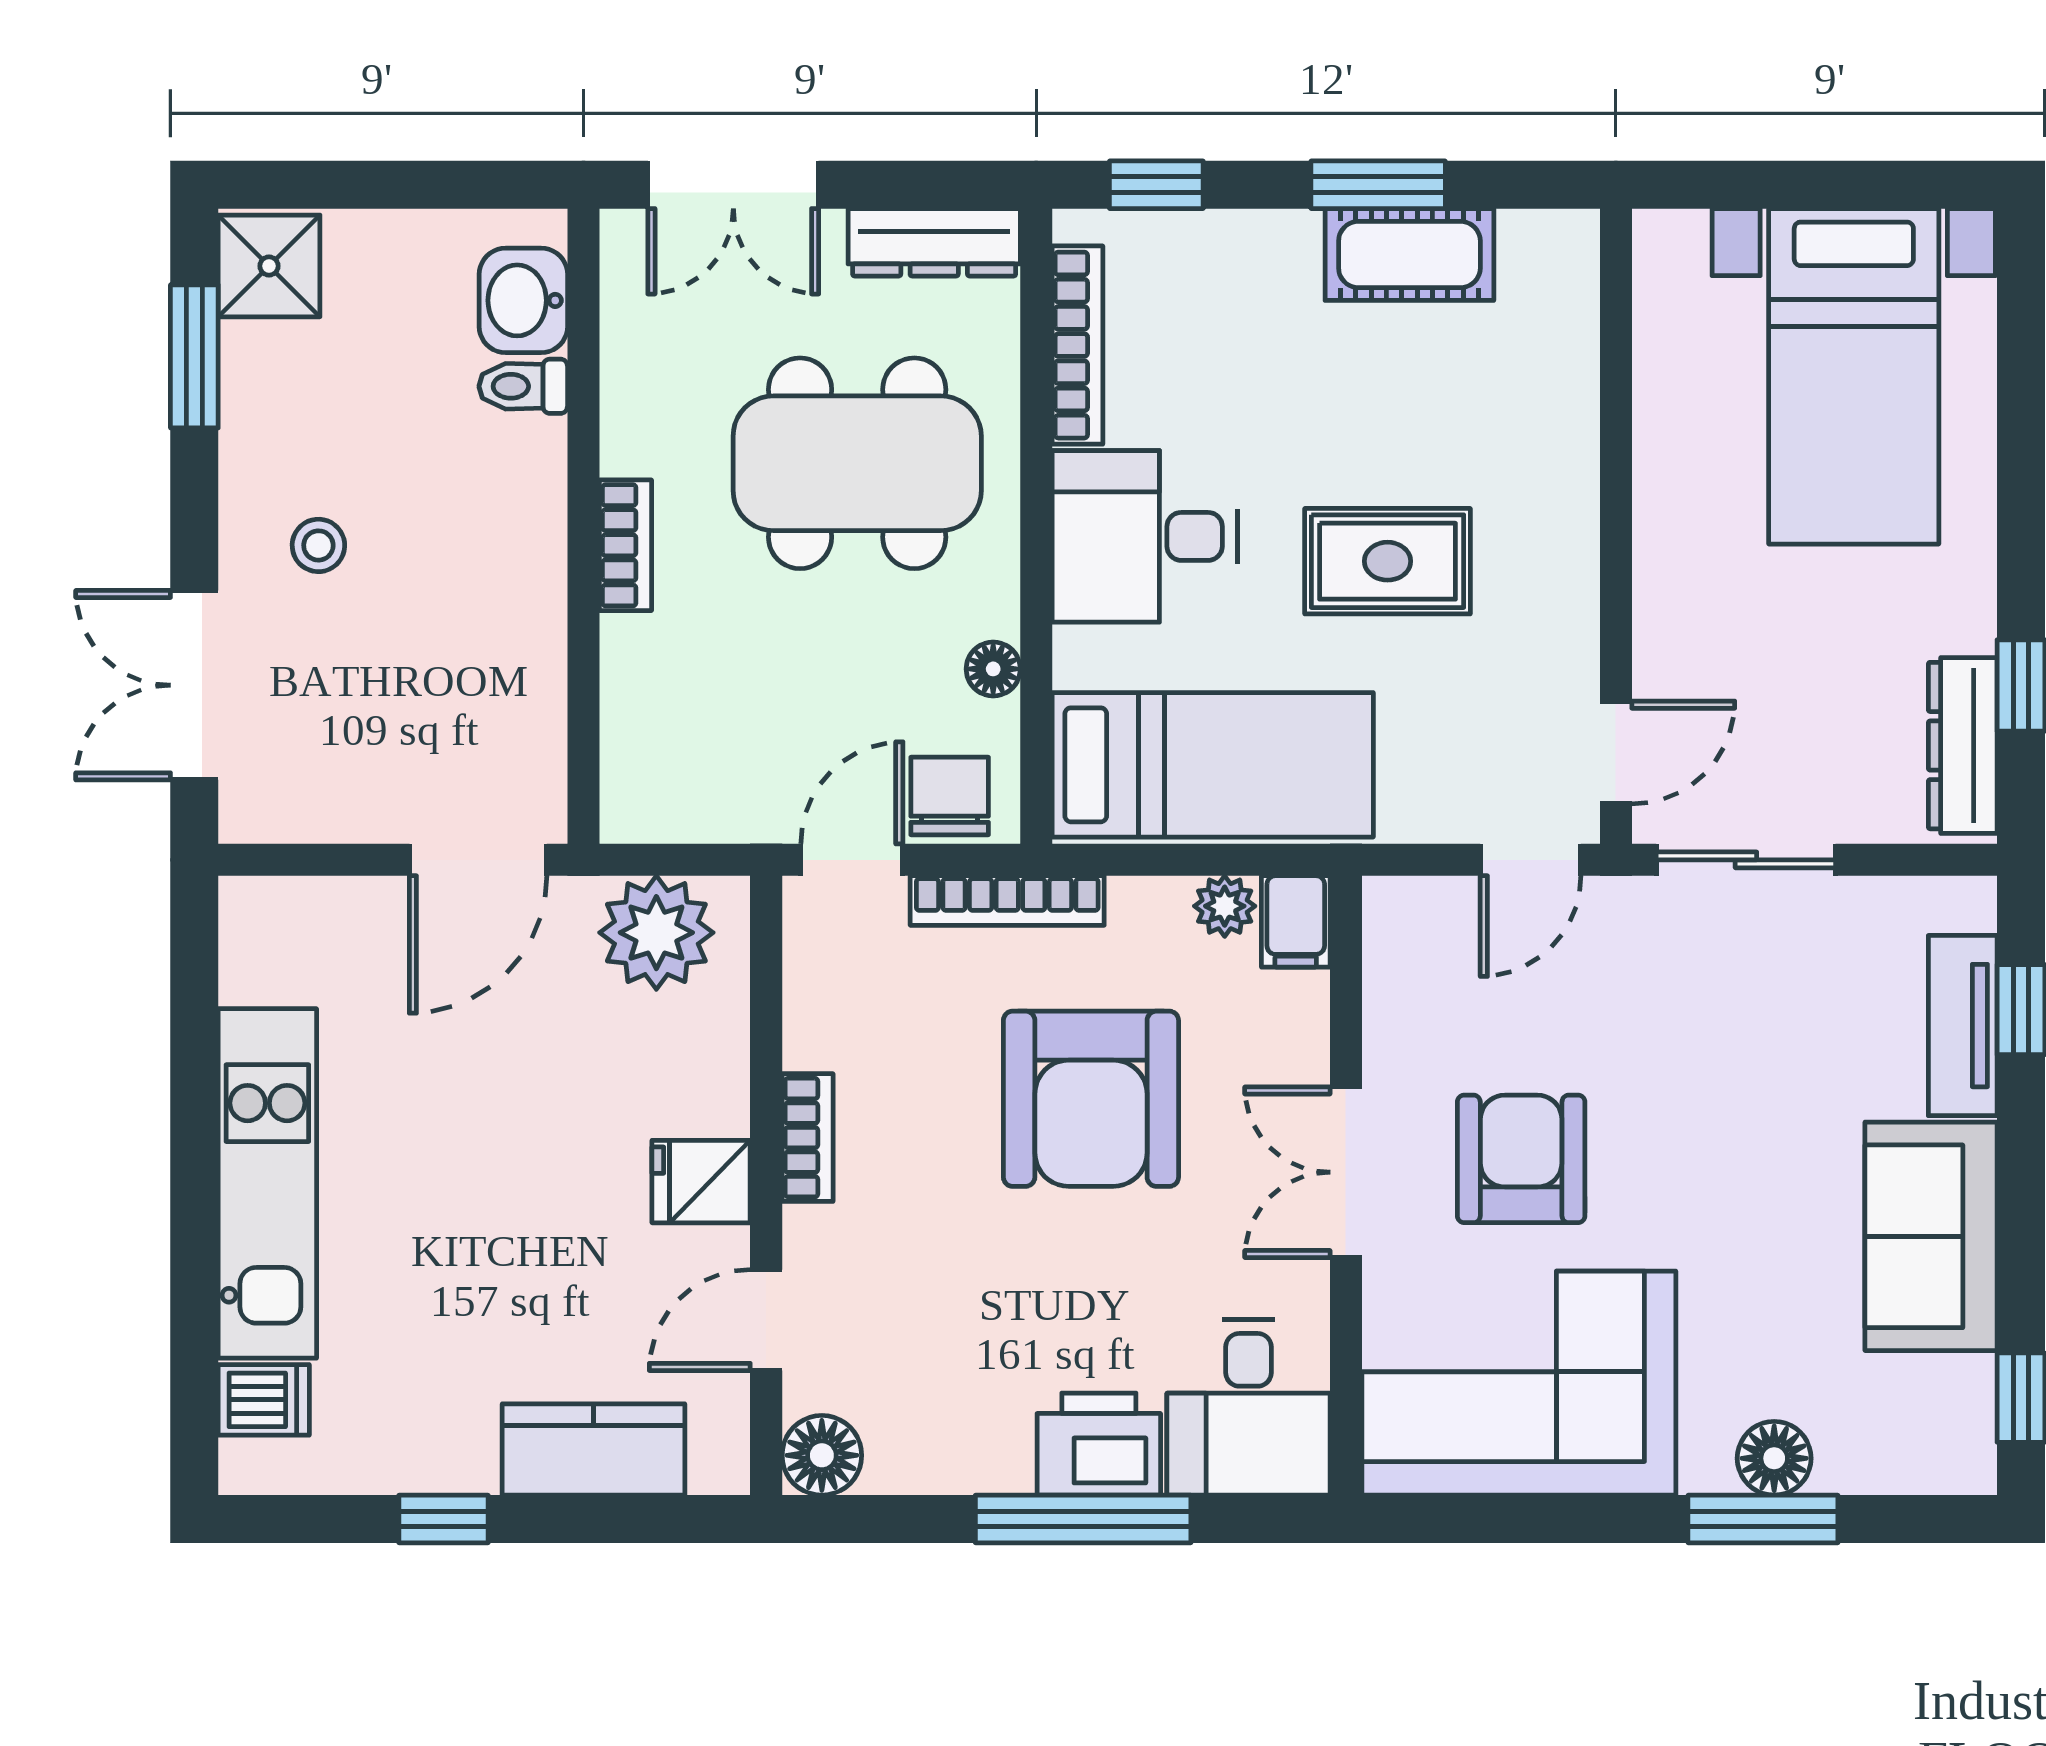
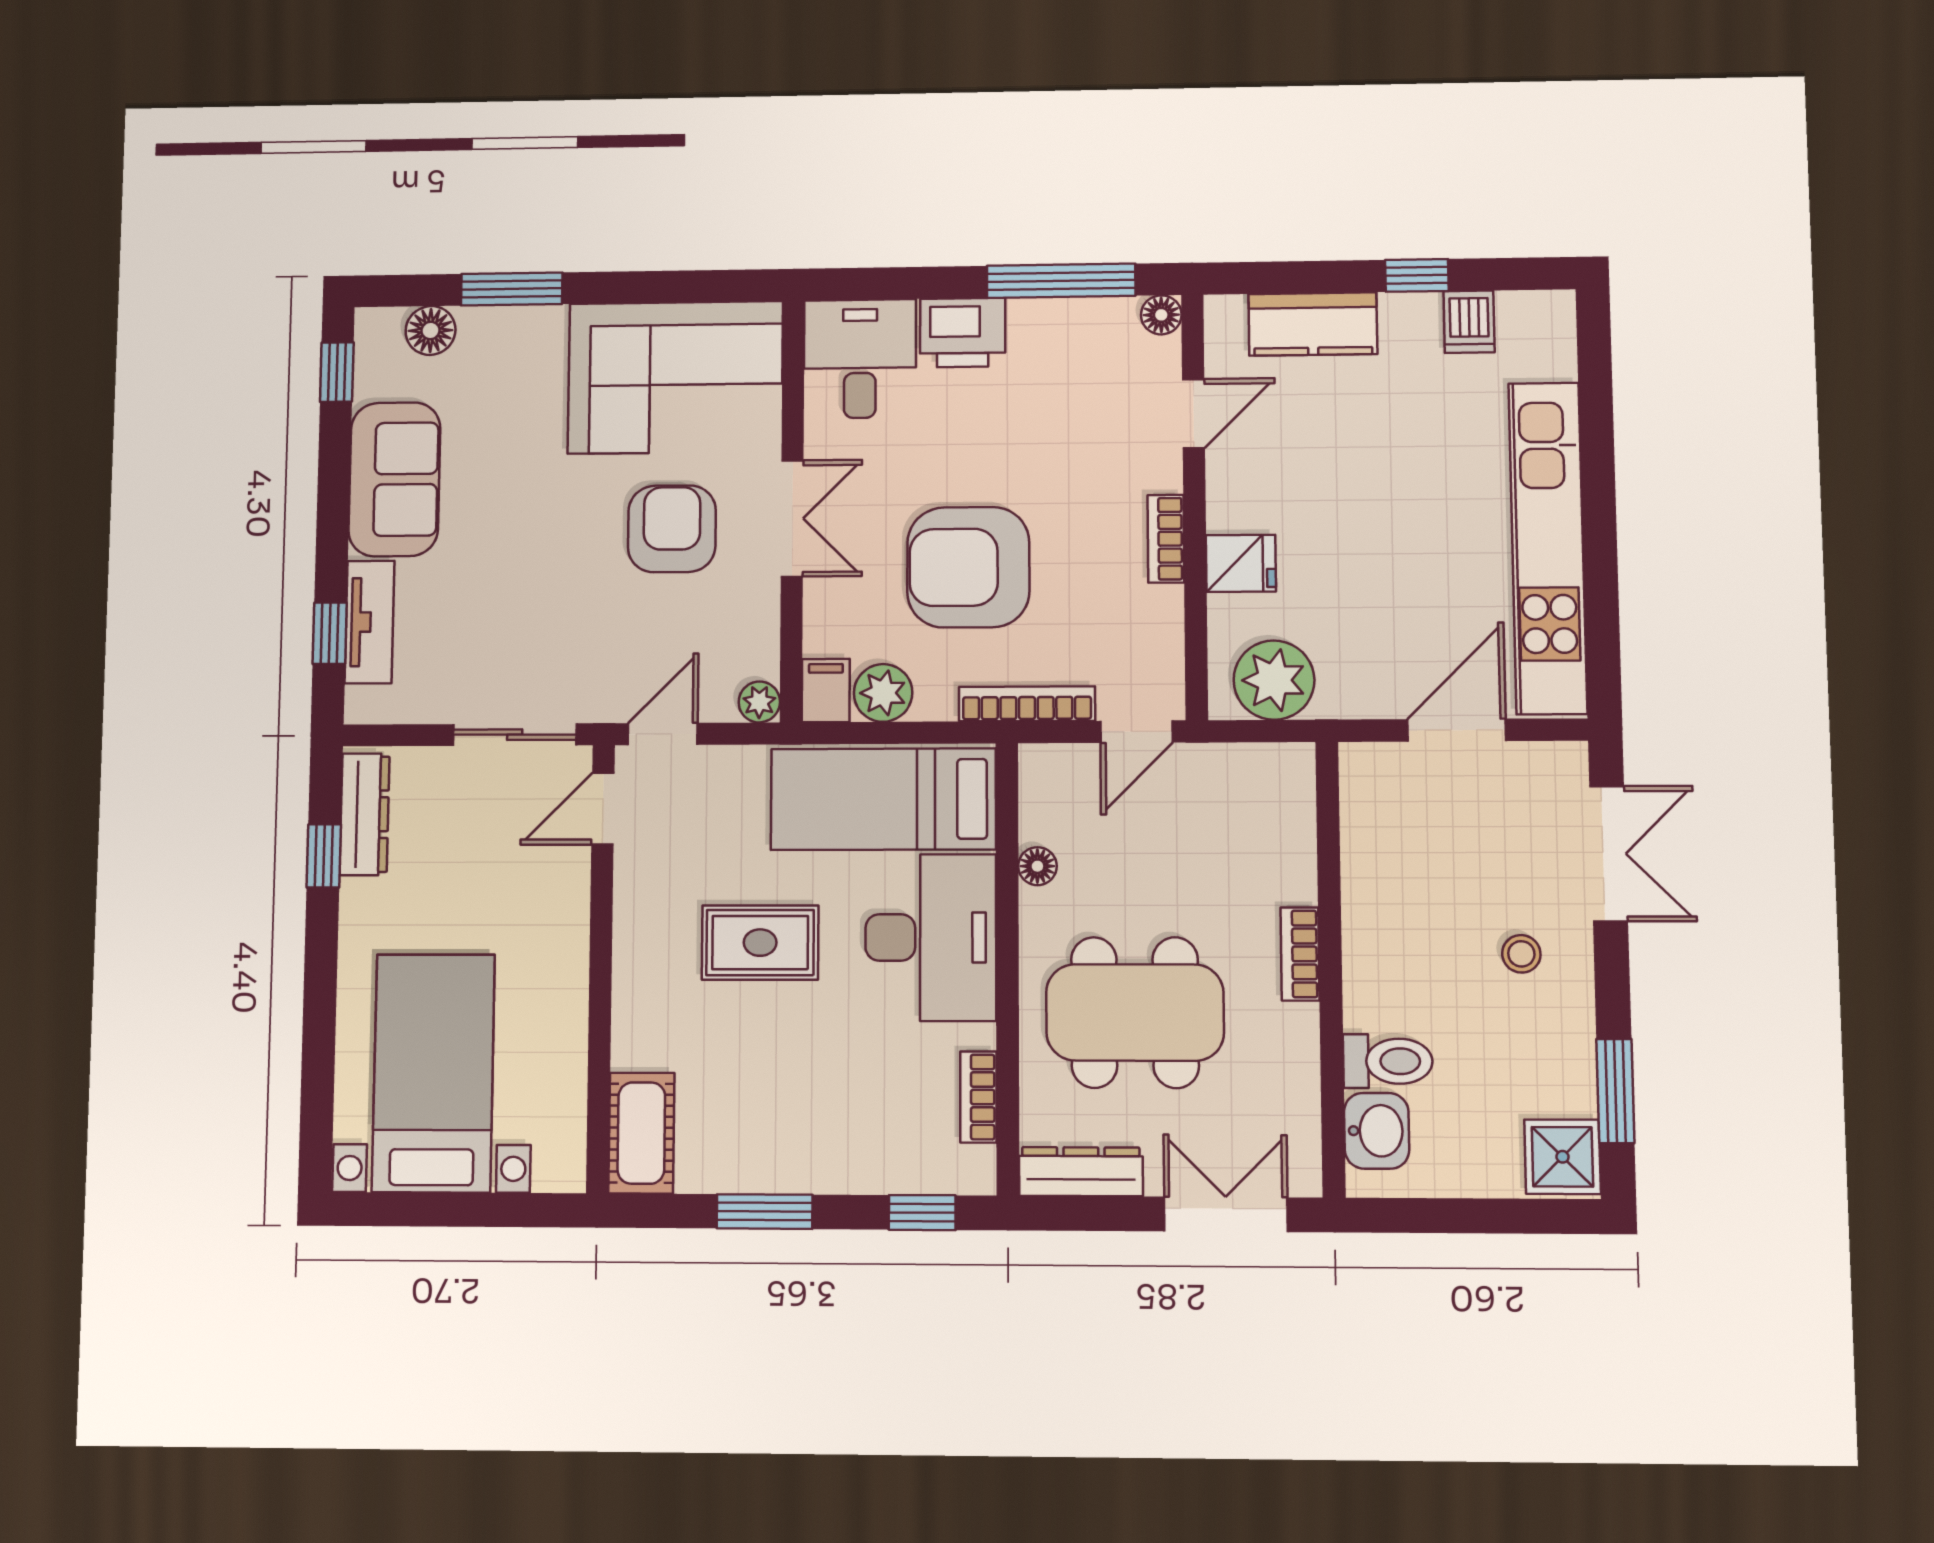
cot: (1409, 255) -> (641, 1133), moved, turned 90
bookcase: (1077, 345) -> (978, 1097), width x0.64
toilet: (523, 386) -> (1388, 1061), width x1.37, depth x1.39
desk: (1145, 536) -> (931, 937), width x1.37
chair: (950, 796) -> (1068, 777), removed
door: (478, 860) -> (1457, 730), moved
plant: (1391, 905) -> (759, 702), added
plant: (1225, 906) -> (883, 693), width x1.38, depth x1.38
armchair: (1091, 1099) -> (968, 567), turned -90
armchair: (1521, 1159) -> (672, 529), turned 180
fridge: (701, 1182) -> (1241, 563), moved
kitchen unit: (267, 1183) -> (1548, 548), width x1.36
dishwasher: (264, 1400) -> (1469, 322), moved, turned -90
floor lamp: (822, 1455) -> (1161, 315), width x0.73, depth x0.73
floor lamp: (1774, 1458) -> (431, 330), moved
window: (1083, 1519) -> (1061, 281), moved

